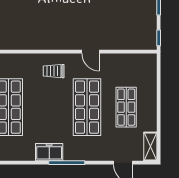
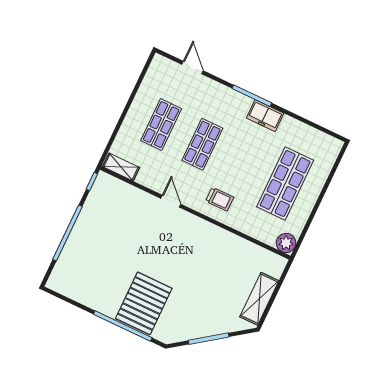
shop shelf: (87, 107) -> (202, 144), width x0.70, depth x0.74
shelving: (150, 147) -> (121, 167), moved, turned 90

